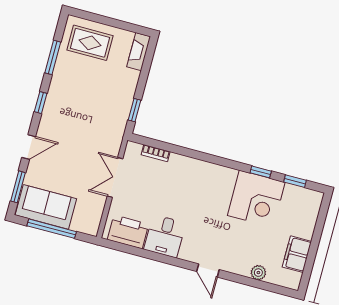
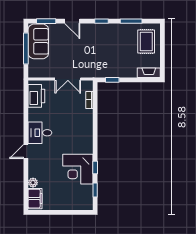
double door: (115, 177) -> (68, 79), swing flipped
desk: (165, 236) -> (40, 133), moved
filing cabinet: (297, 254) -> (35, 199), moved, turned 90

